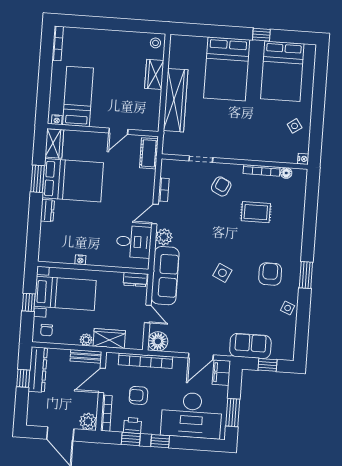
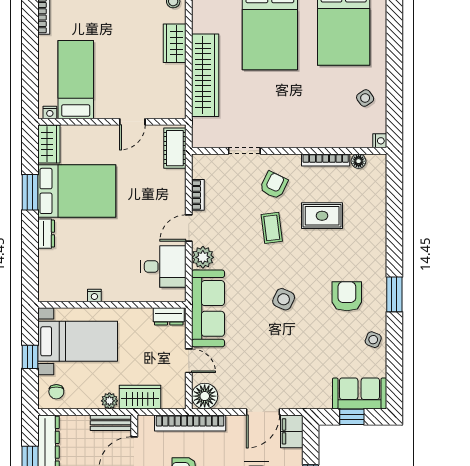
coffee table: (217, 218) -> (272, 228), added
sofa: (250, 346) -> (360, 393), moved

